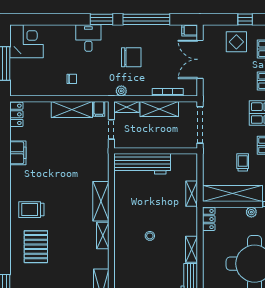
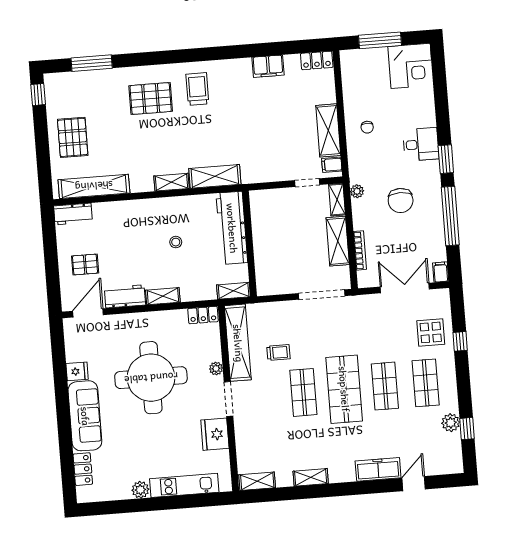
wall: (156, 151) -> (249, 244), moved
workbench: (142, 164) -> (232, 228), moved

